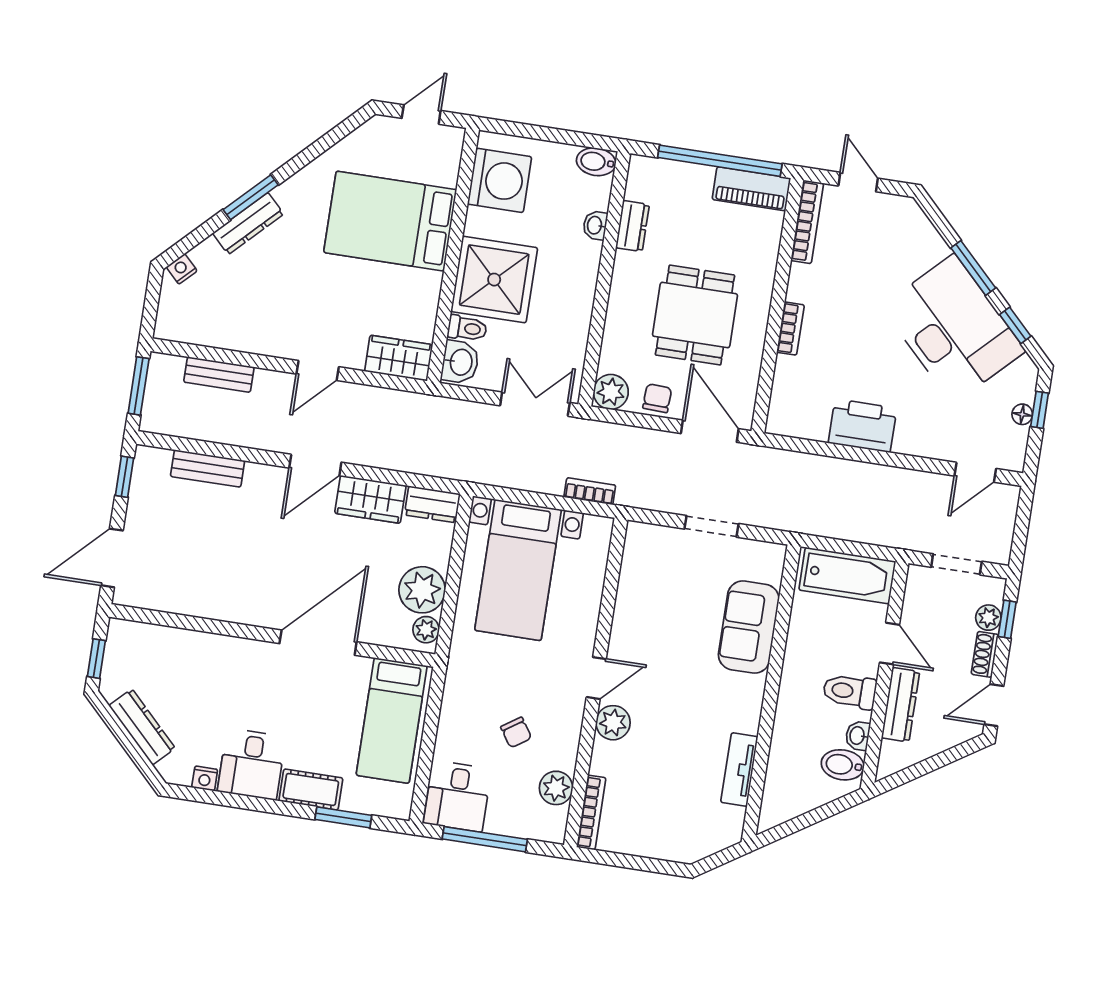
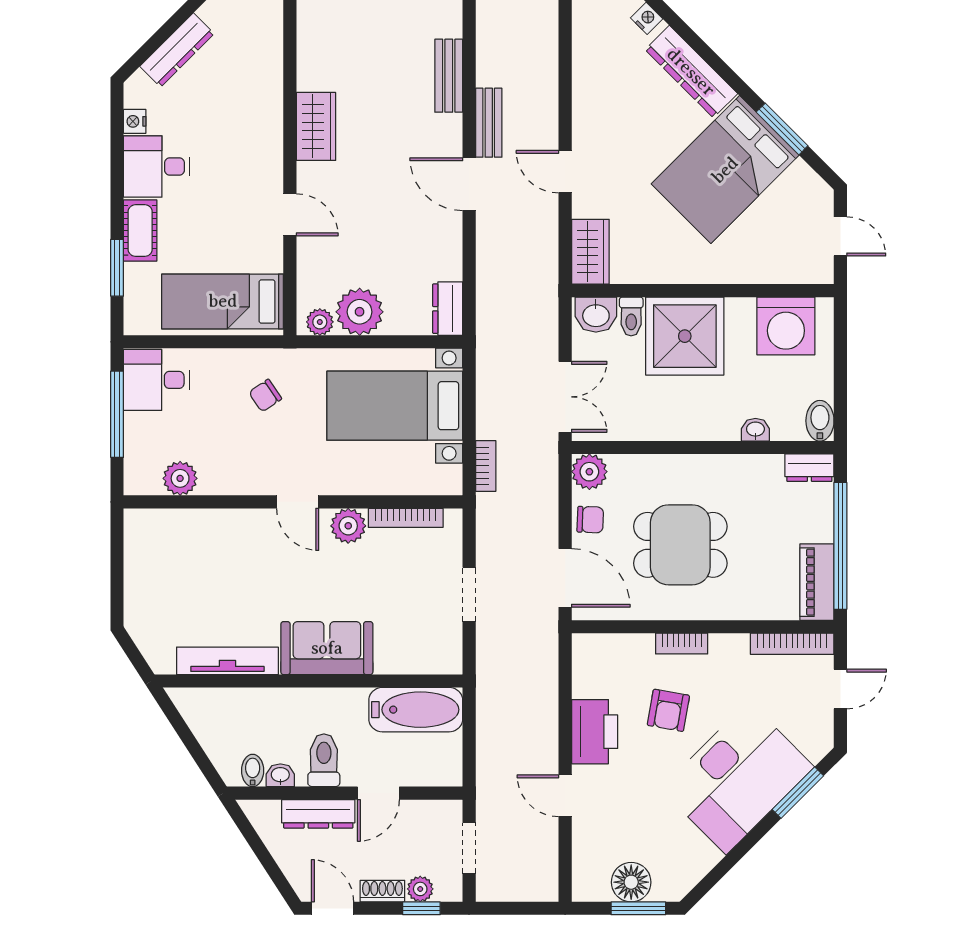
window: (251, 197) -> (782, 129), moved
bed: (390, 221) -> (725, 170), moved, turned -135
dresser: (248, 224) -> (691, 72), width x1.37, depth x1.24
dresser: (632, 226) -> (809, 468), moved
window: (973, 268) -> (798, 793), moved
window: (1015, 325) -> (720, 870), removed
desk: (953, 329) -> (737, 778), moved
armchair: (853, 351) -> (668, 710), added
bench: (219, 375) -> (489, 123), moved
window: (1040, 410) -> (638, 908), width x1.50
floor lamp: (1022, 414) -> (631, 882), width x1.89, depth x1.89
door: (710, 431) -> (565, 578), hinge flipped
door: (975, 472) -> (565, 796), moved
wardrobe: (370, 499) -> (316, 126), moved, turned 180
bathtub: (847, 576) -> (416, 710), moved, turned -90
sofa: (749, 627) -> (327, 648), moved
door: (318, 643) -> (290, 215), width x0.53
plant: (613, 723) -> (348, 526), moved
chair: (516, 732) -> (265, 396), moved
bidet: (843, 765) -> (253, 770), width x0.72, depth x0.74
tv unit: (739, 770) -> (227, 661), width x1.41
bookcase: (591, 812) -> (406, 518), moved

